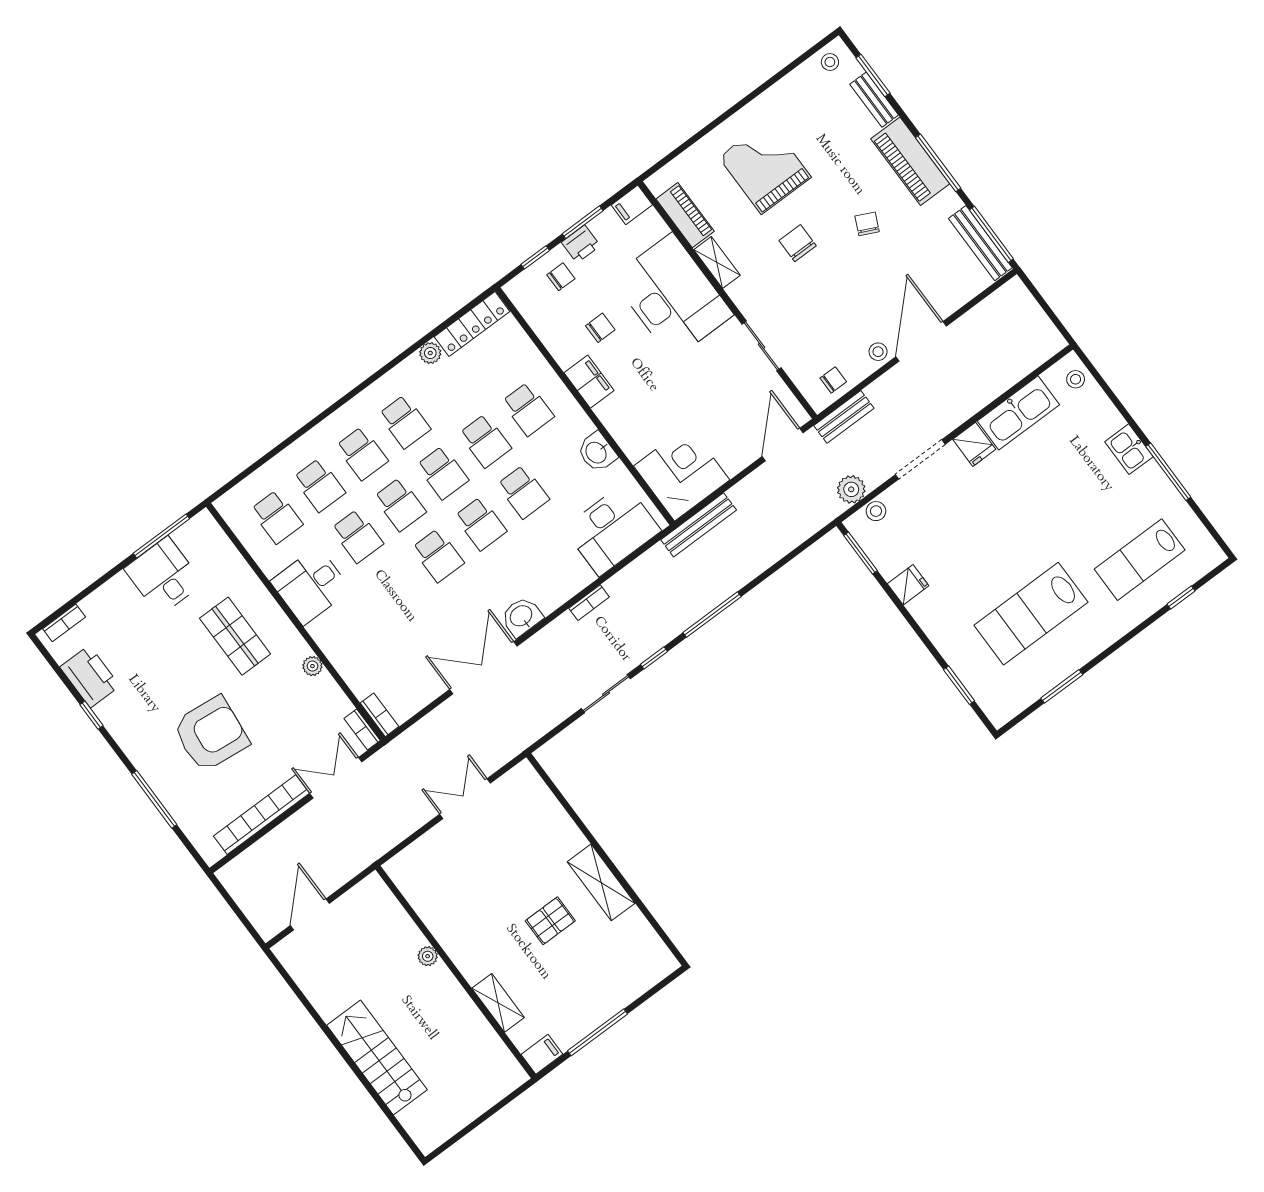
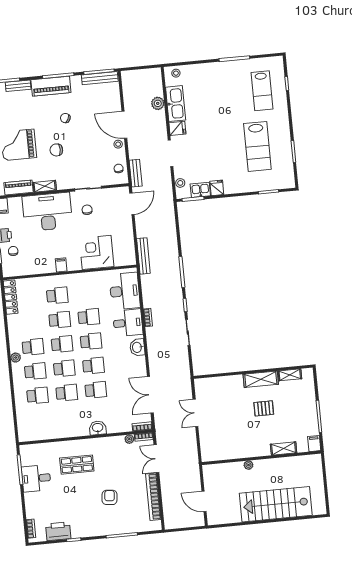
chair: (600, 328) -> (87, 210), moved
plant: (430, 353) -> (16, 358), moved
filing cabinet: (589, 382) -> (61, 265), width x0.50
door: (783, 445) -> (132, 204), swing flipped
kitchen sink: (1129, 449) -> (200, 190), moved, turned 180
washbasin: (597, 452) -> (98, 428), moved, turned 180
corner desk: (682, 473) -> (97, 252), moved
plant: (851, 489) -> (158, 103), moved
school desk: (277, 517) -> (96, 390), moved
desk: (311, 586) -> (128, 323), moved, turned -90
plant: (312, 666) -> (129, 439), moved
double door: (483, 668) -> (150, 395), moved
armchair: (211, 734) -> (110, 497), width x0.53, depth x0.53
pallet: (550, 921) -> (264, 408), turned 90
shelving: (642, 931) -> (290, 375), added
stairs: (377, 1058) -> (276, 504), width x1.36, depth x1.51

